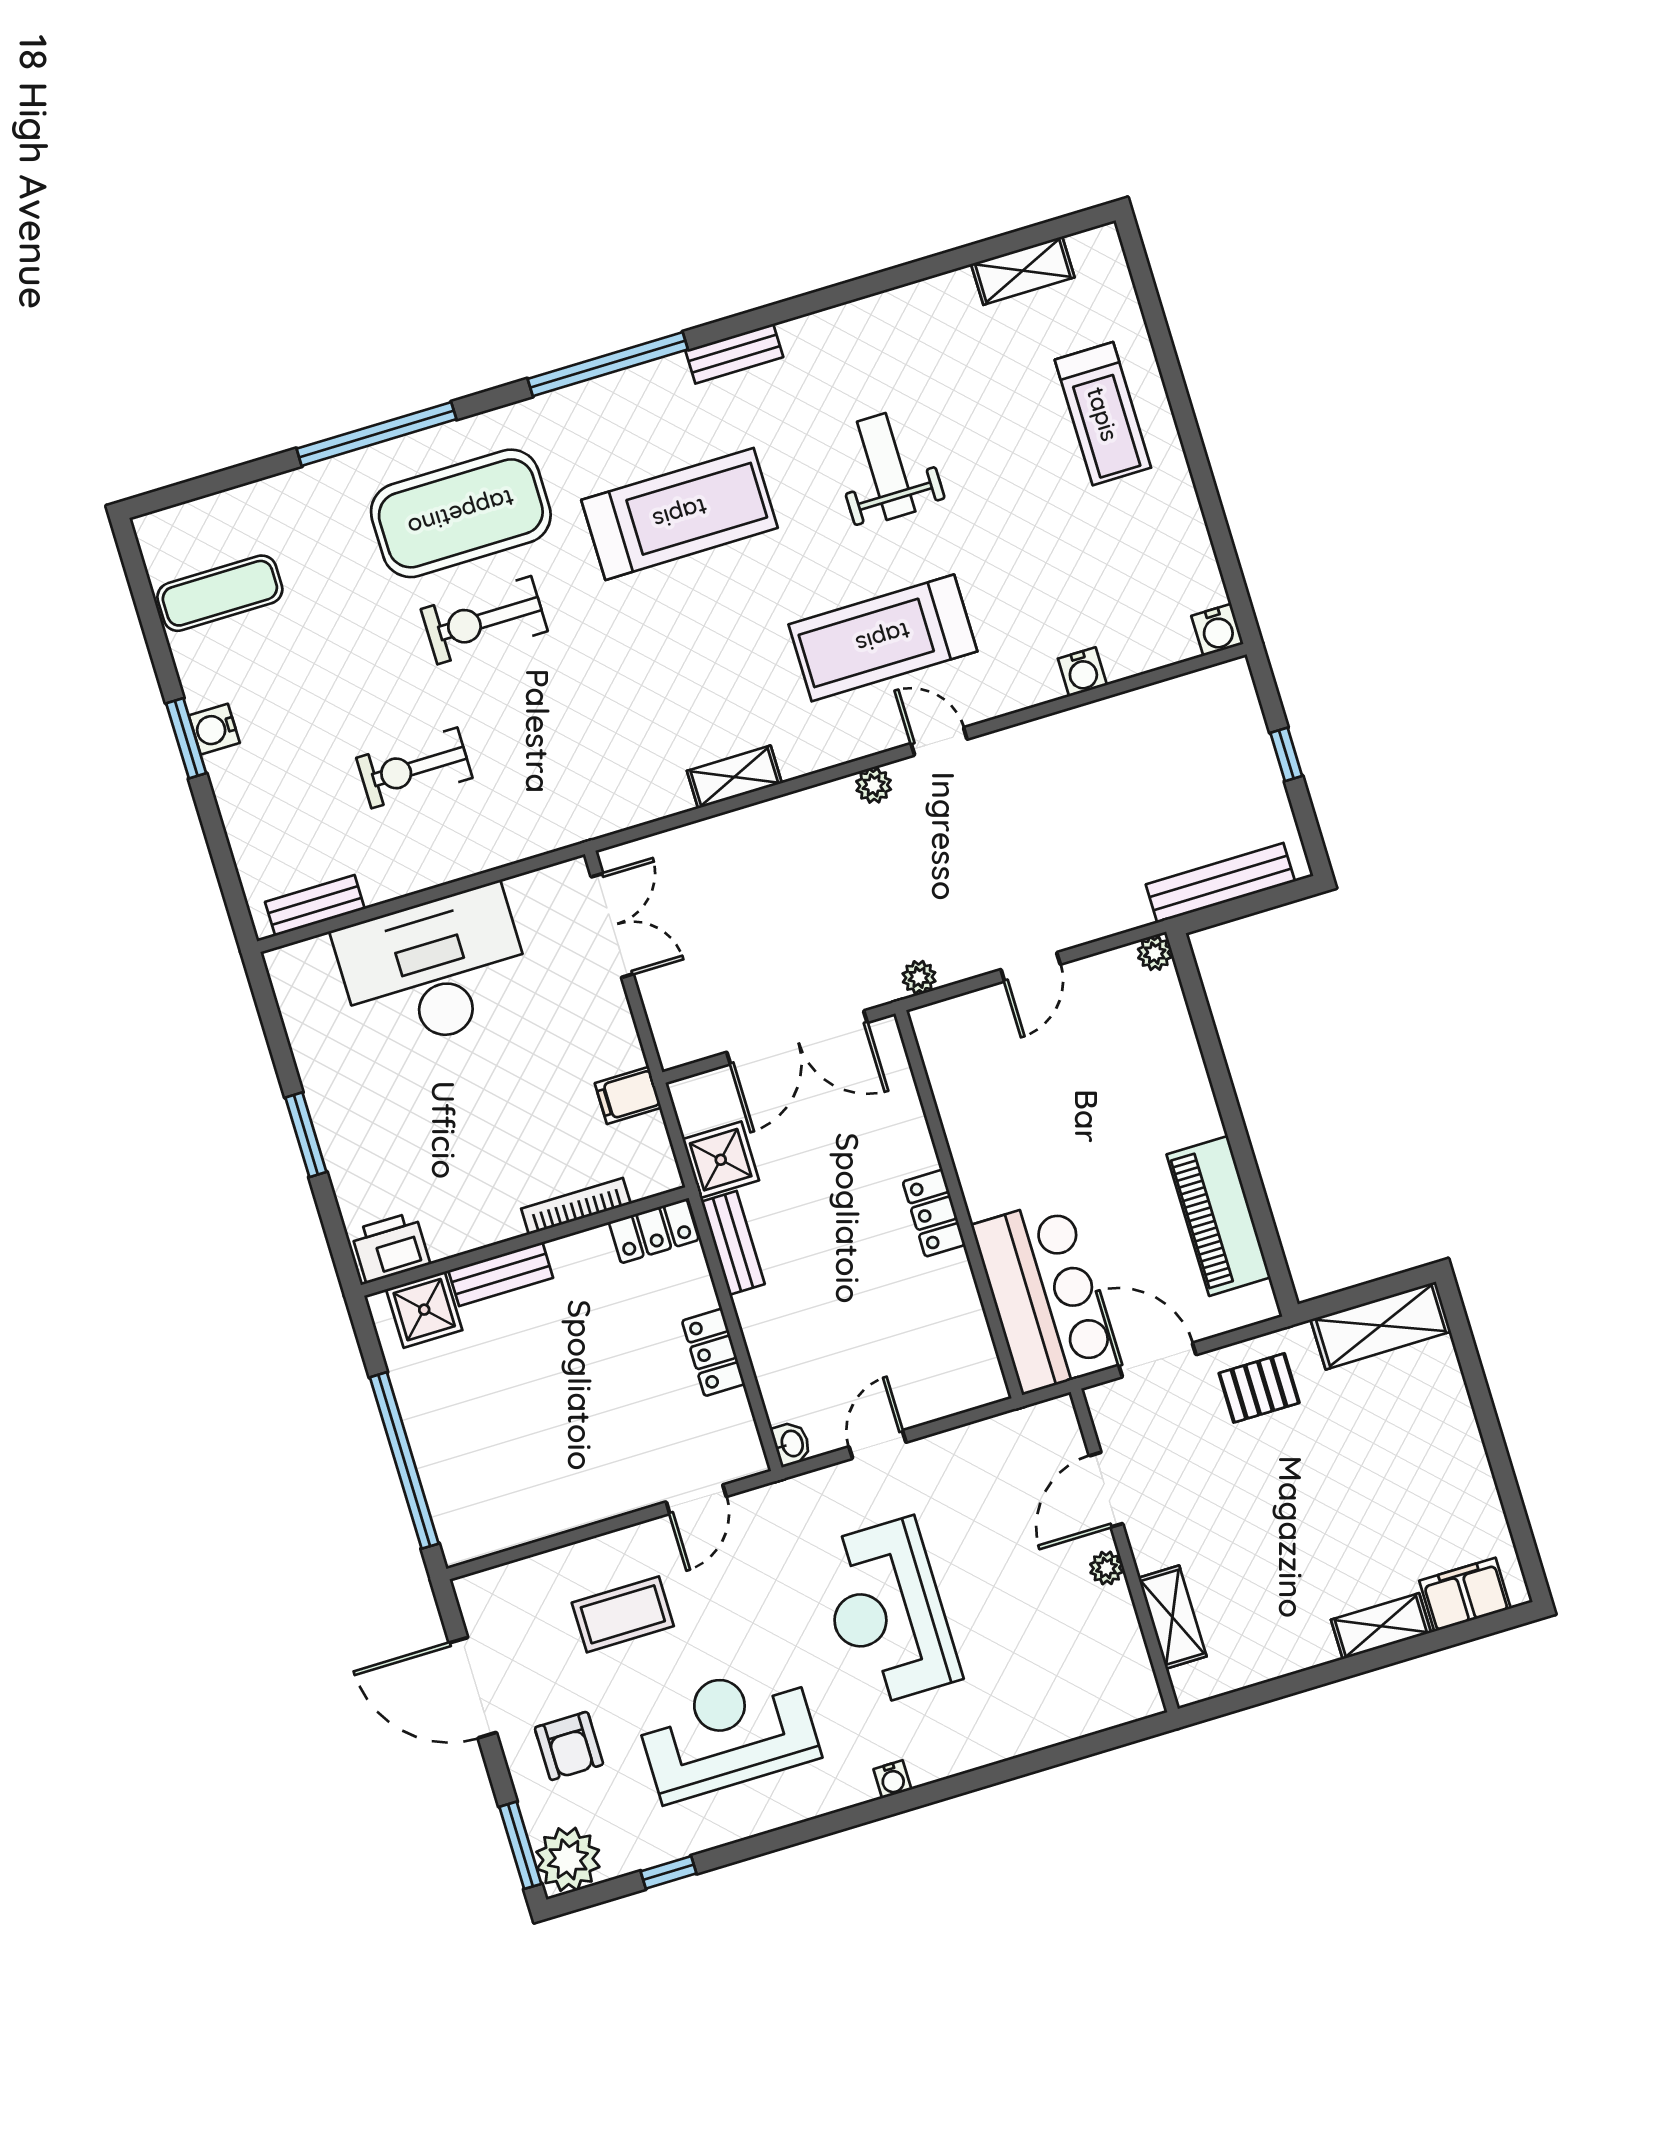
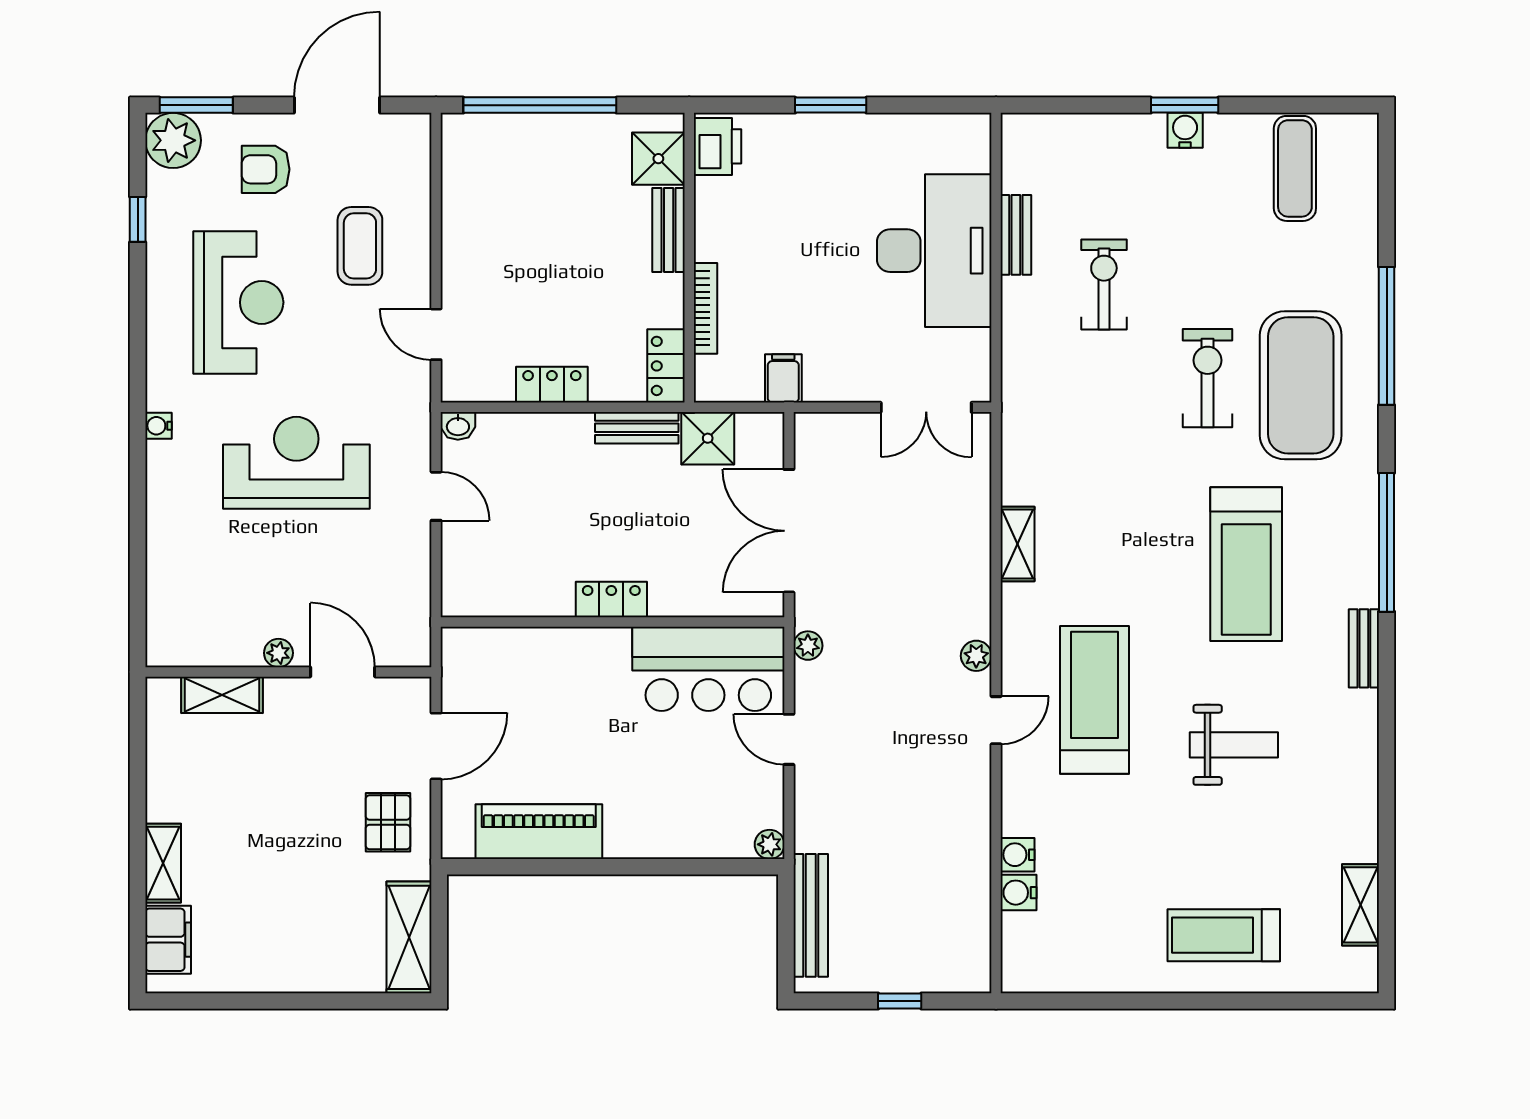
water cooler: (1217, 630) -> (1019, 893), moved
bench: (315, 906) -> (1016, 235), moved
bar counter: (1044, 1296) -> (708, 669), moved

